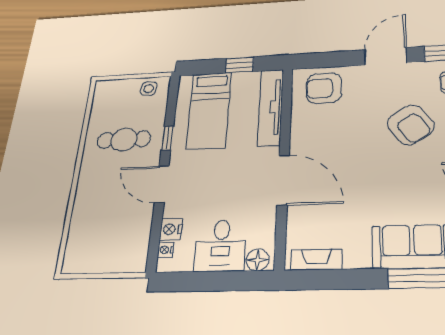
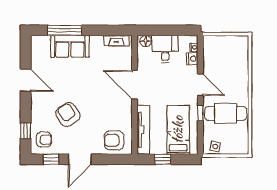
armchair: (324, 88) -> (114, 140), turned 180
cafe table: (124, 140) -> (226, 113), width x1.37, depth x1.35

